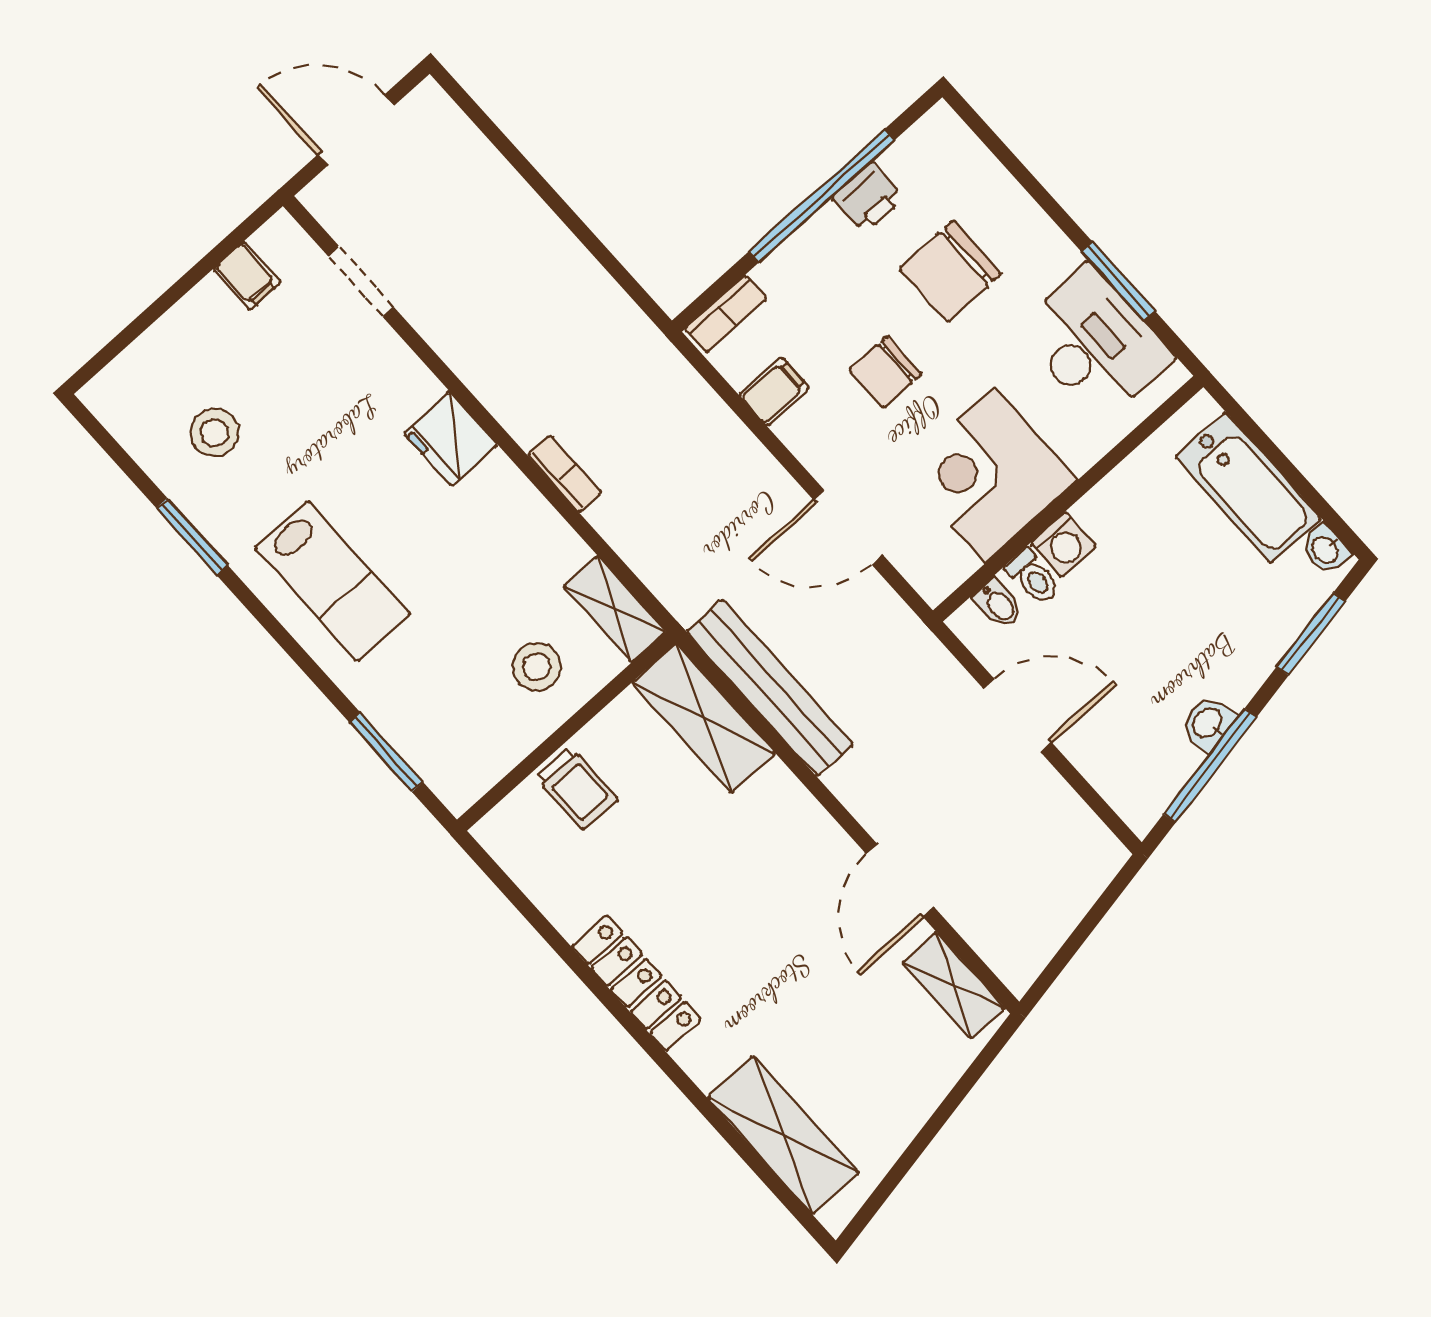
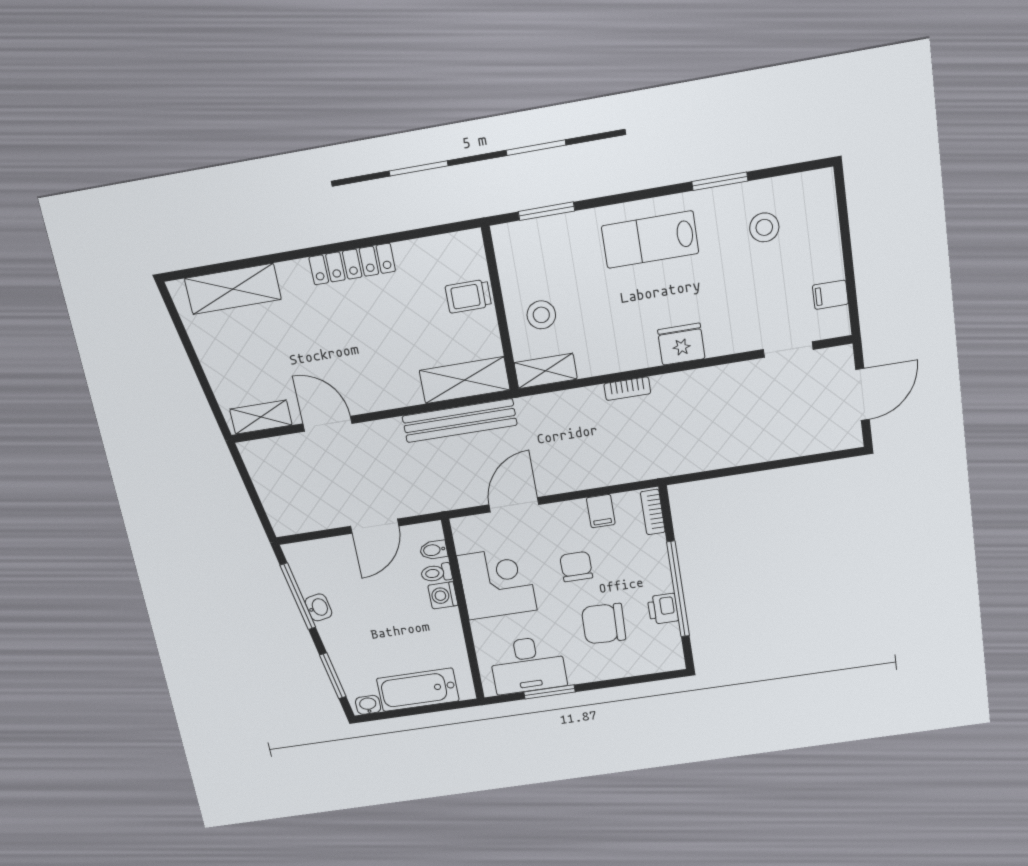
chair: (950, 271) -> (604, 624), turned -88

